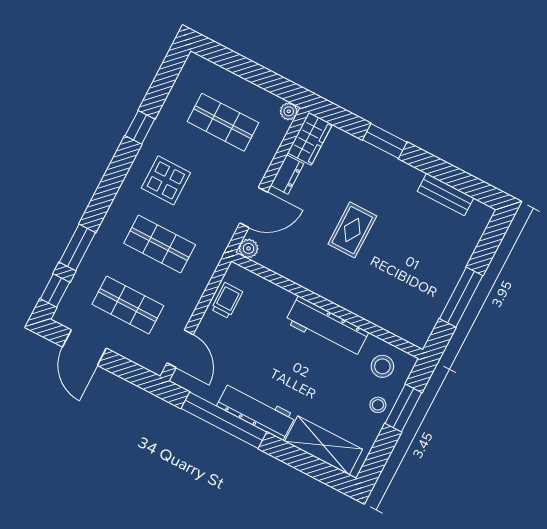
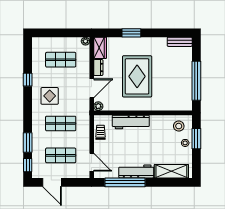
bench: (446, 195) -> (180, 42), moved
rug: (352, 230) -> (137, 76), width x1.86, depth x2.06
window: (461, 297) -> (196, 81), width x1.46
workbench: (327, 327) -> (131, 122), moved

